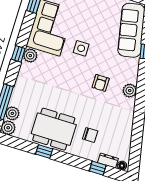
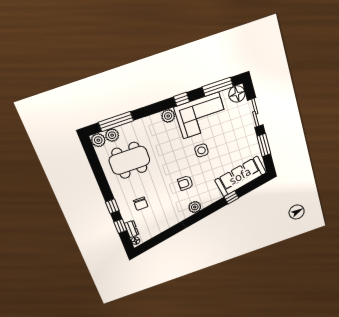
window: (18, 54) -> (182, 99), moved
dining table: (54, 129) -> (129, 160), moved, turned 90
window: (44, 152) -> (112, 206), moved

